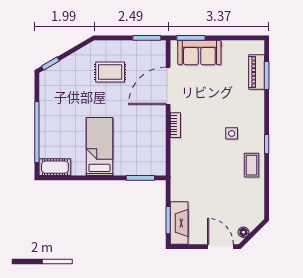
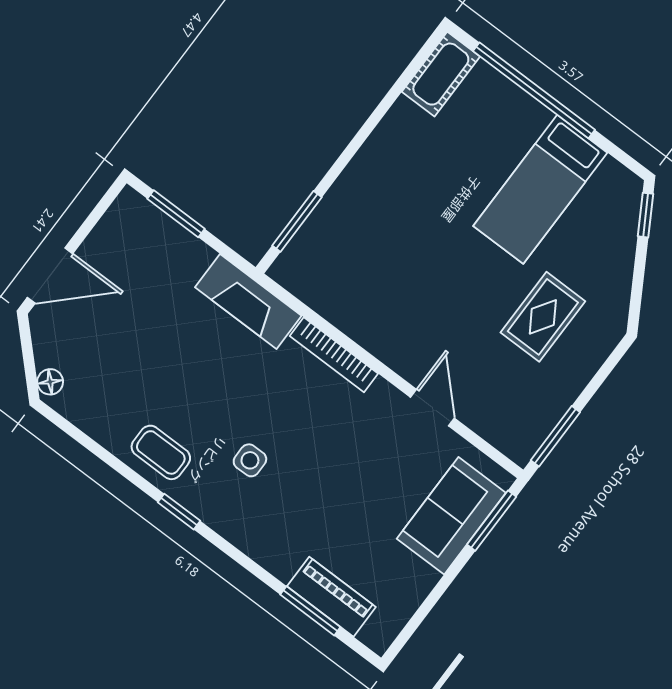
door: (168, 86) -> (433, 408), width x0.53
bookcase: (175, 125) -> (334, 355), width x1.56
bed: (99, 147) -> (540, 189), moved, turned 90
fireplace: (179, 223) -> (248, 301), moved
floor lamp: (243, 232) -> (50, 382), moved

